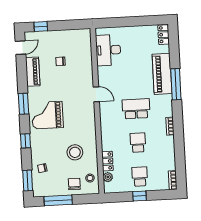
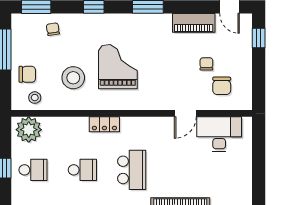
chair: (75, 50) -> (222, 86), added
door: (96, 94) -> (185, 113), moved
grand piano: (47, 115) -> (118, 67), moved
locker: (107, 161) -> (104, 124), moved
plant: (108, 177) -> (29, 130), width x1.88, depth x1.88

